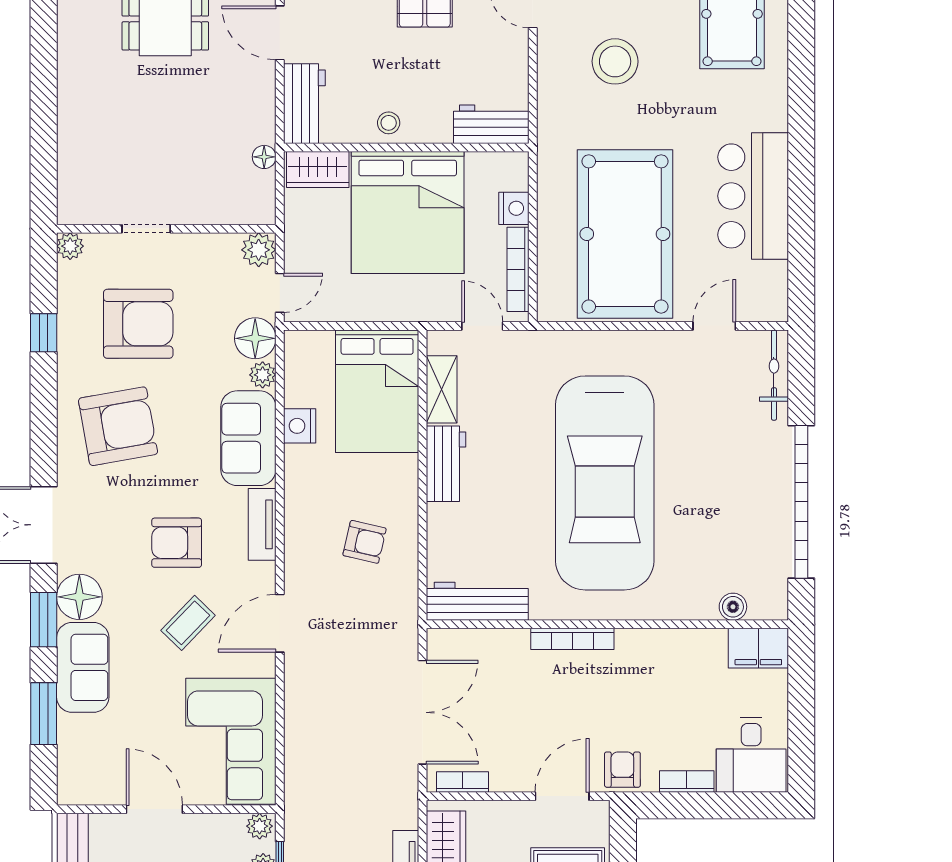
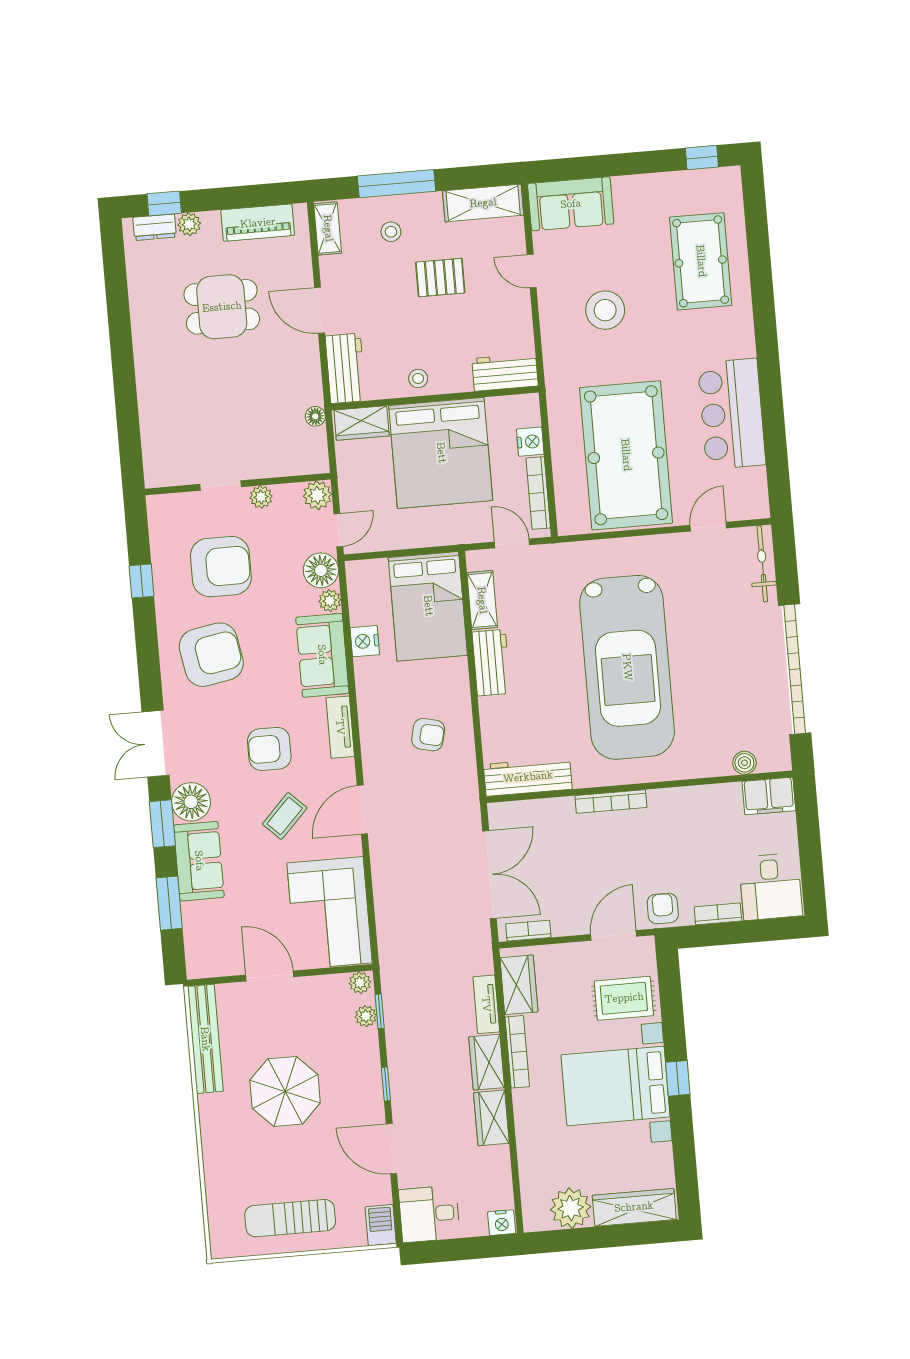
plant: (70, 246) -> (261, 497), moved

